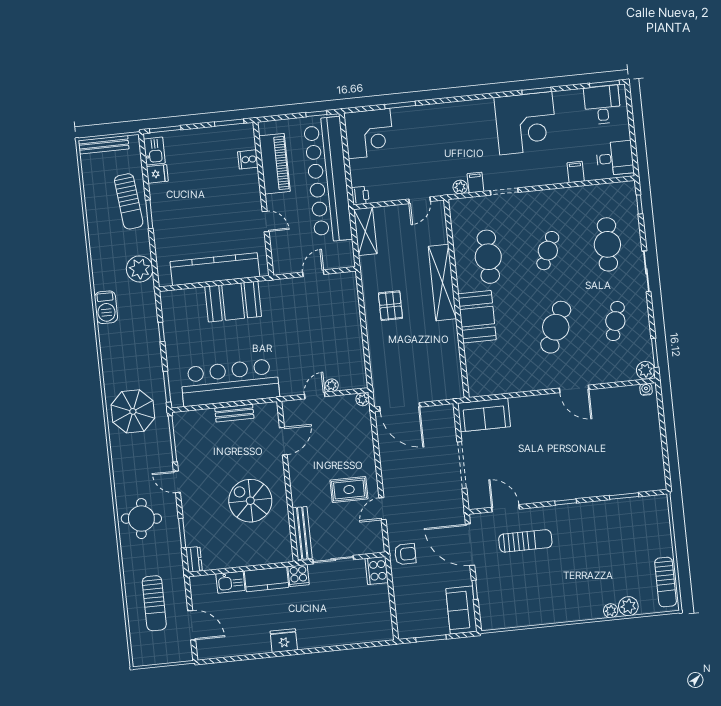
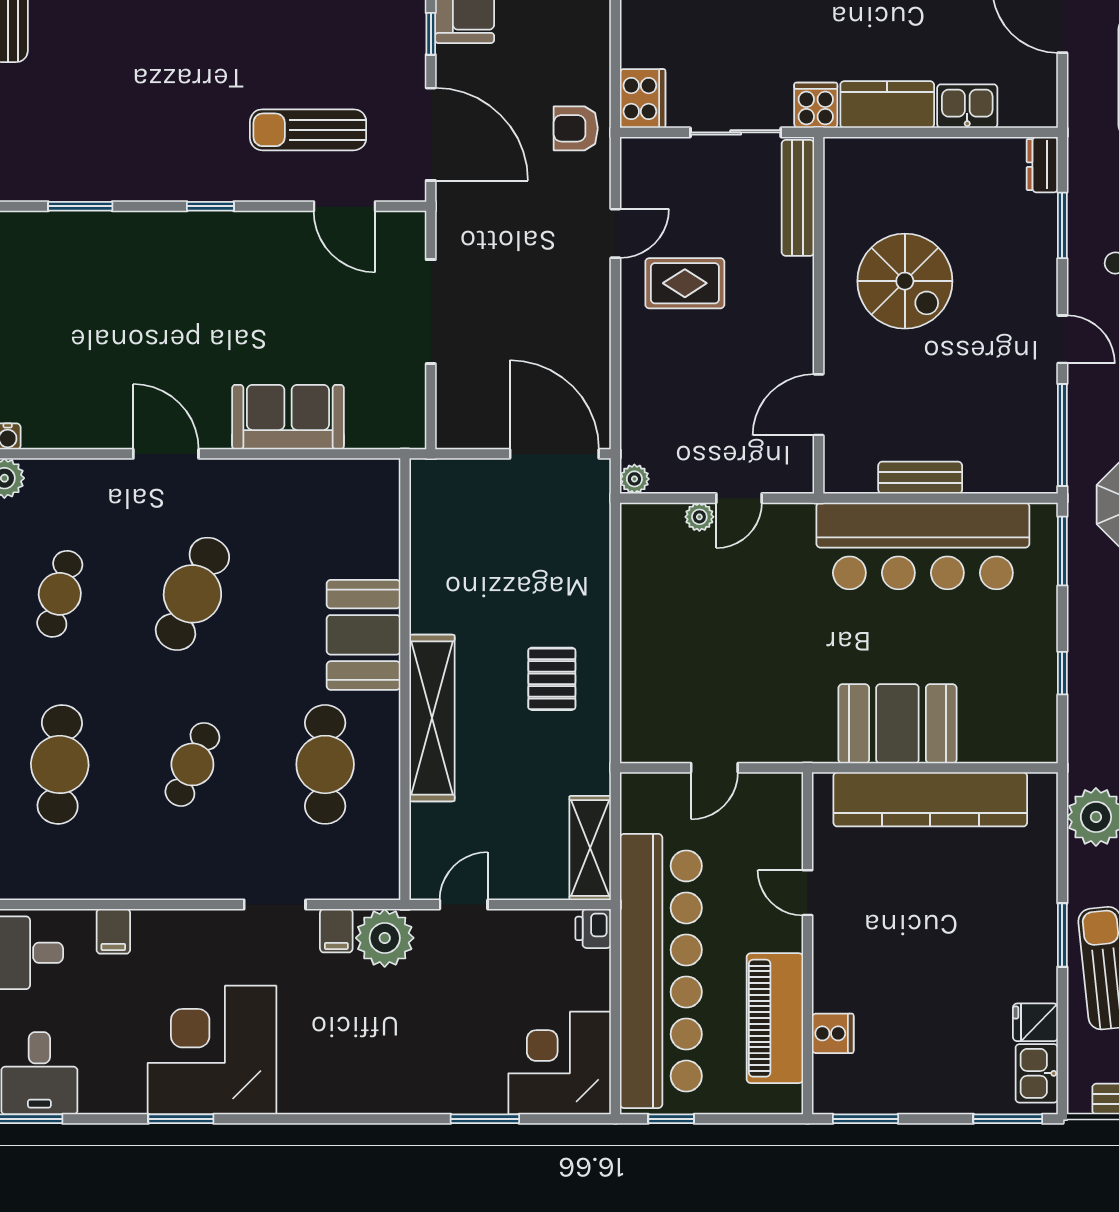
plant: (460, 187) -> (385, 938), width x1.88, depth x1.88
sofa: (484, 415) -> (288, 417), moved

